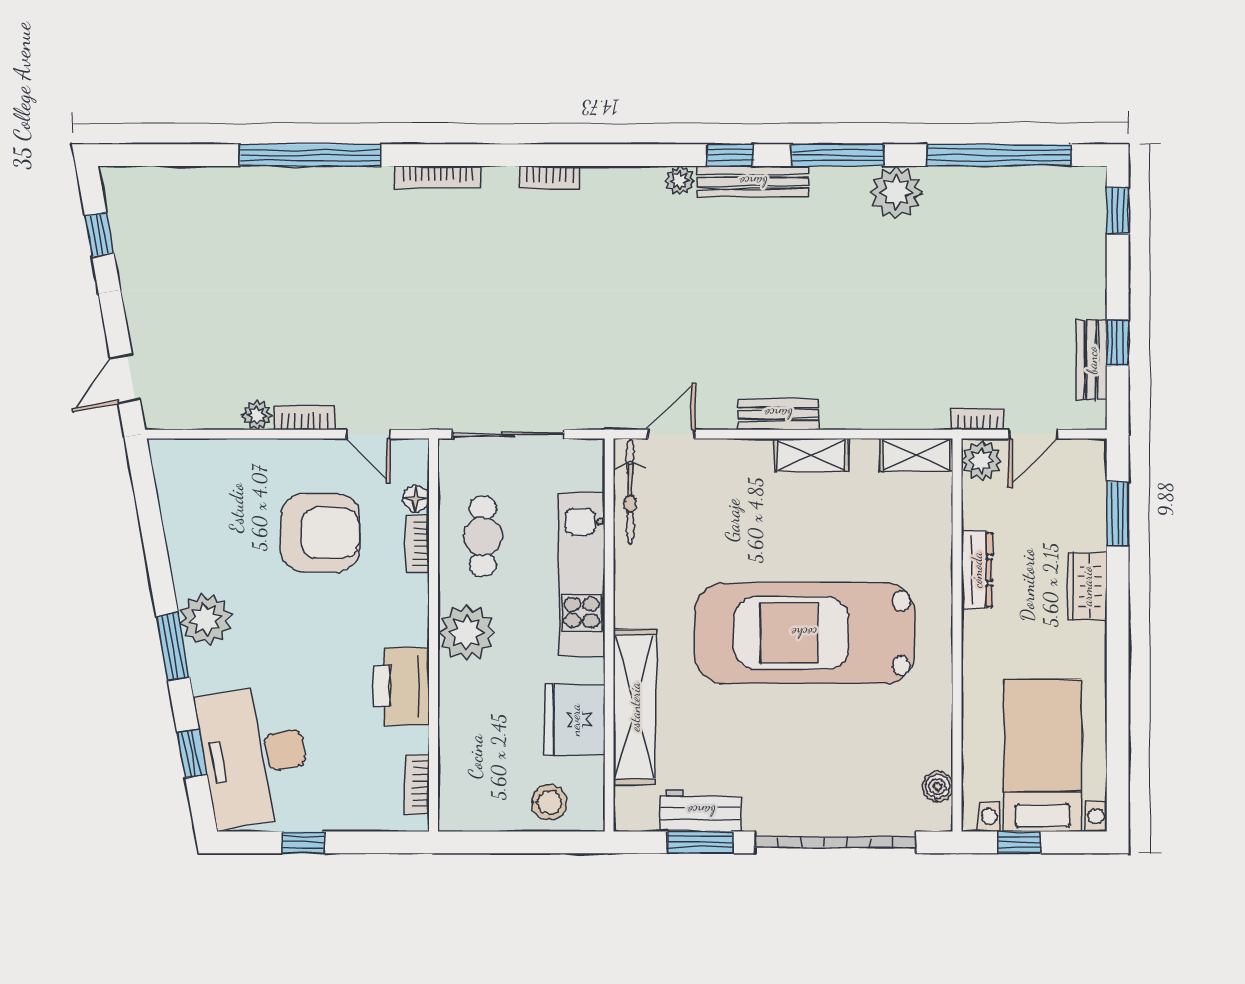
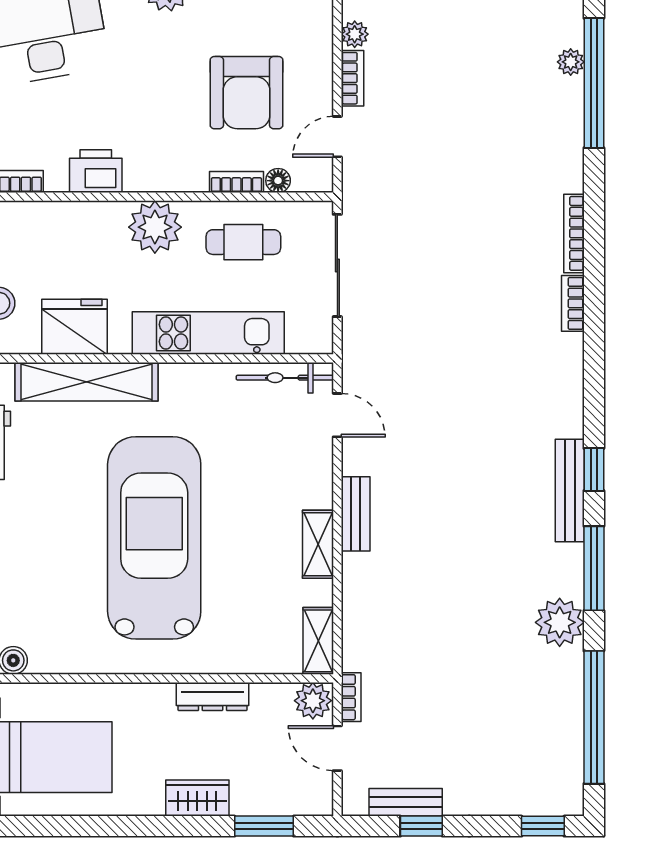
bookcase: (438, 177) -> (574, 233), moved
plant: (680, 180) -> (571, 62), moved
printer: (401, 686) -> (96, 171), width x0.73, depth x0.84

